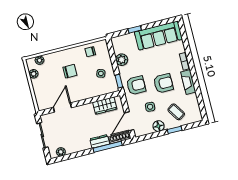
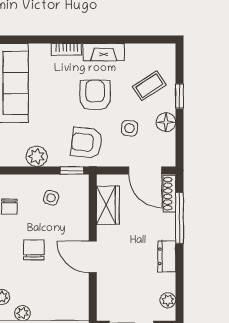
armchair: (136, 85) -> (87, 143), turned -83
door: (62, 107) -> (93, 257), moved
dresser: (100, 141) -> (167, 256), moved

